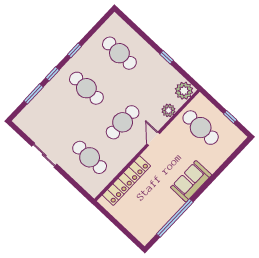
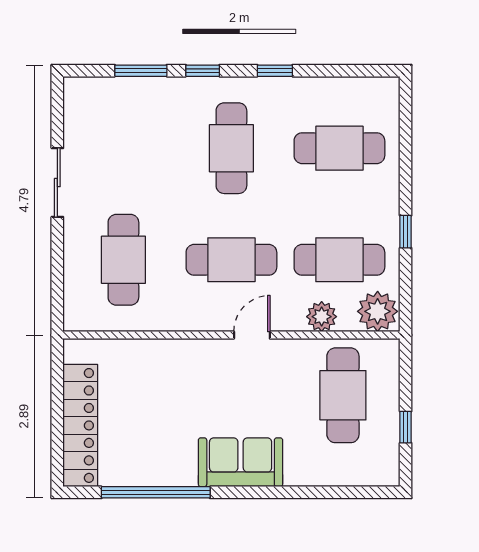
cafe table: (119, 53) -> (339, 148), turned 90
cafe table: (156, 87) -> (339, 260), added
locker: (126, 181) -> (80, 425), moved, turned -90

